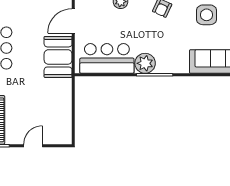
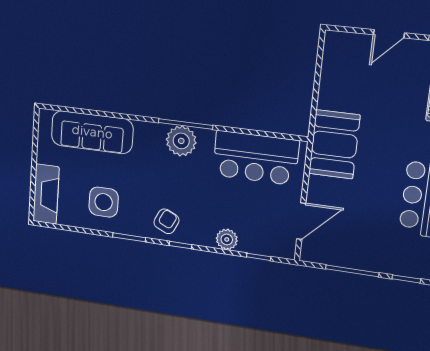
booth: (58, 57) -> (334, 144), moved
plant: (145, 63) -> (181, 141), moved

